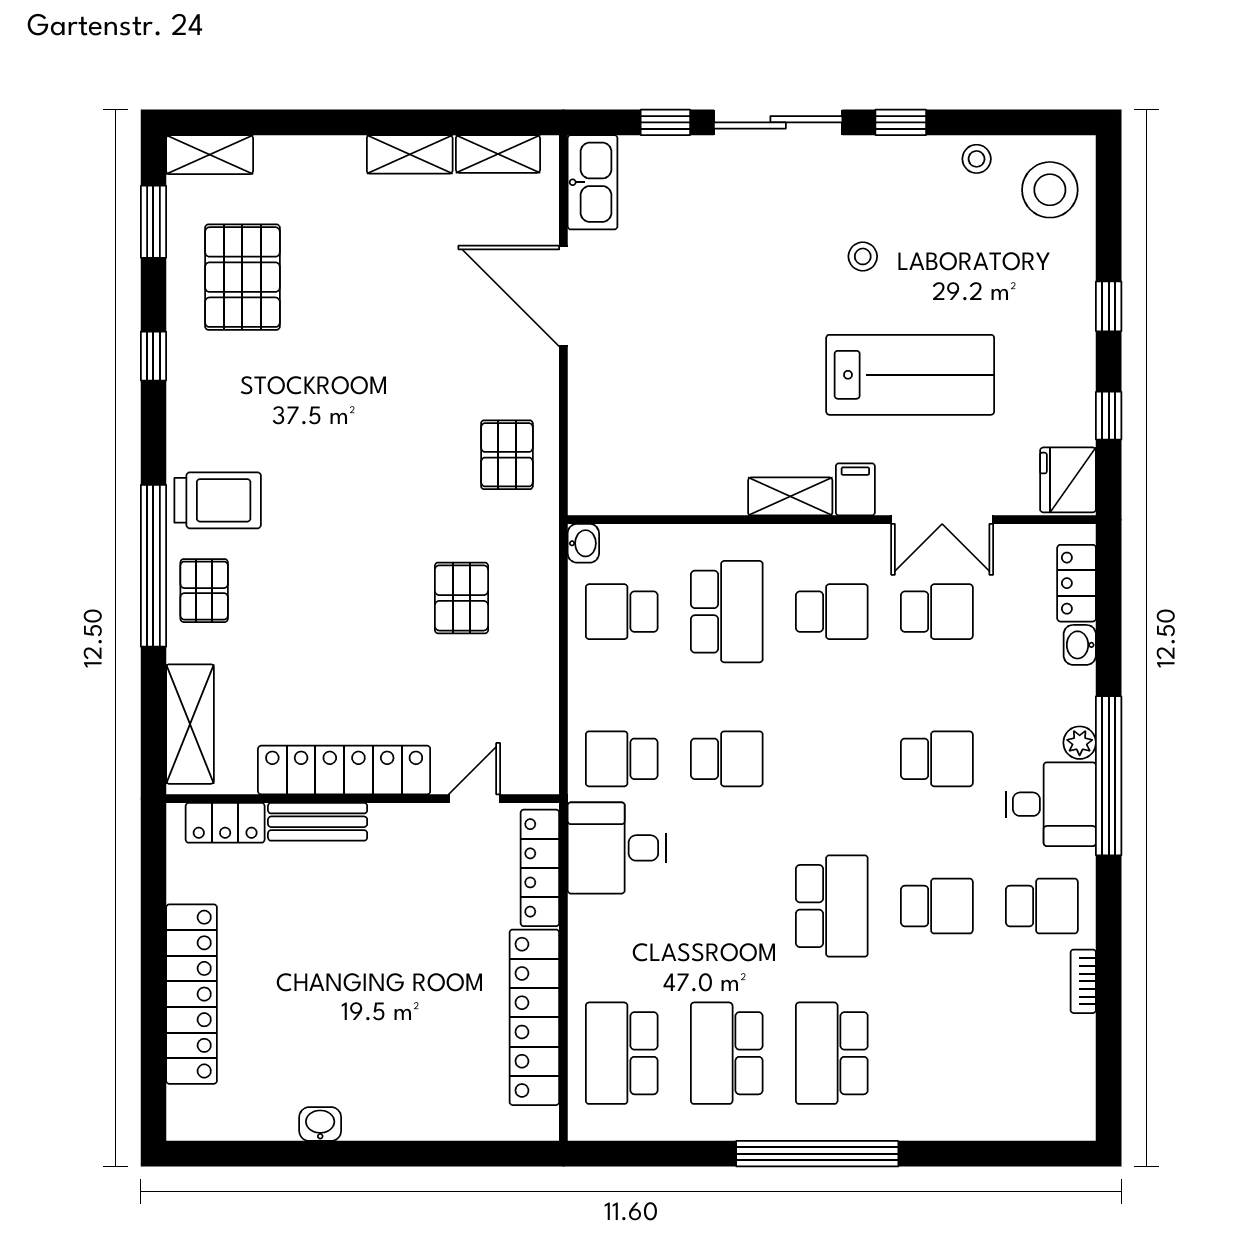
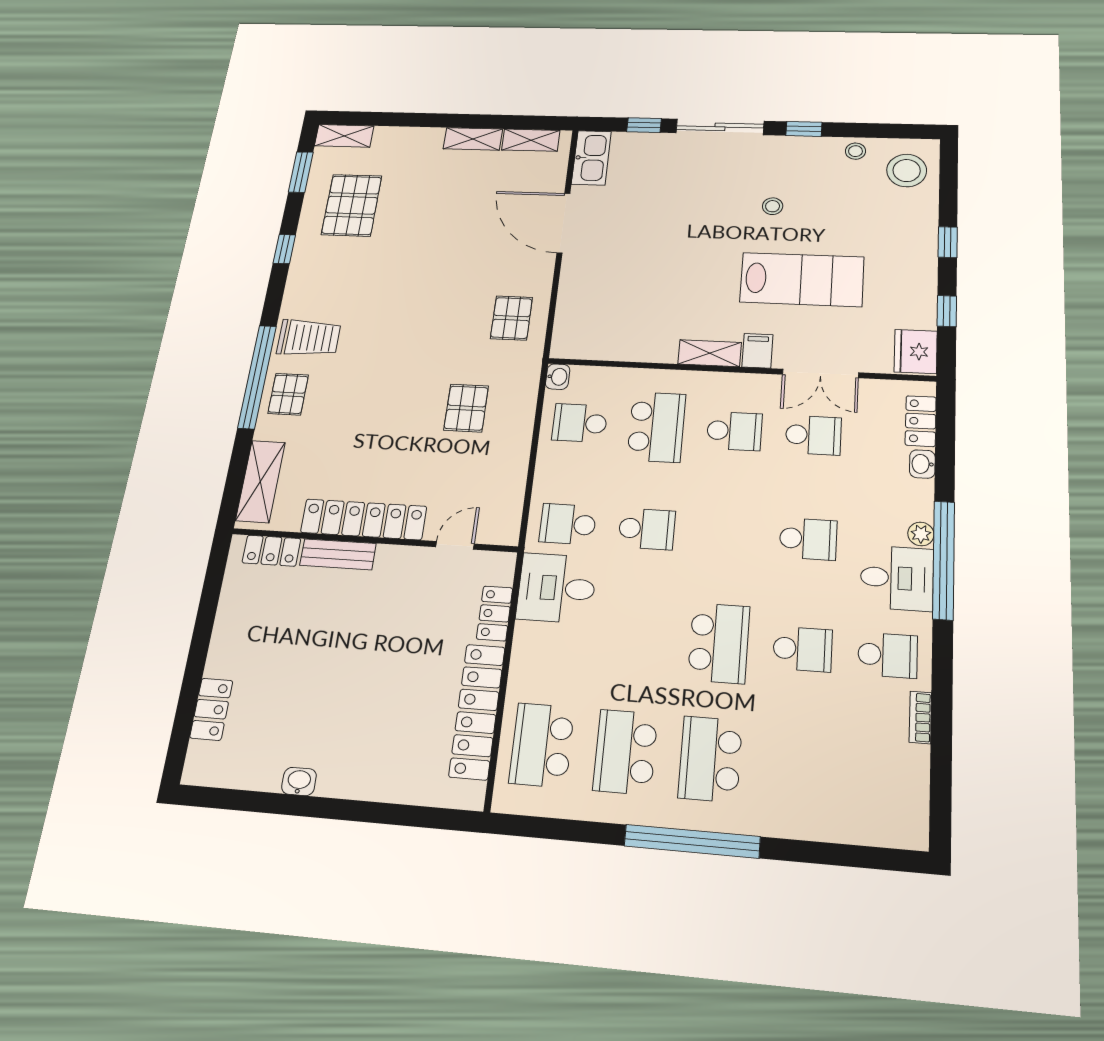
locker: (540, 868) -> (495, 613), width x0.66
locker: (192, 994) -> (211, 709), width x0.46, depth x0.83

